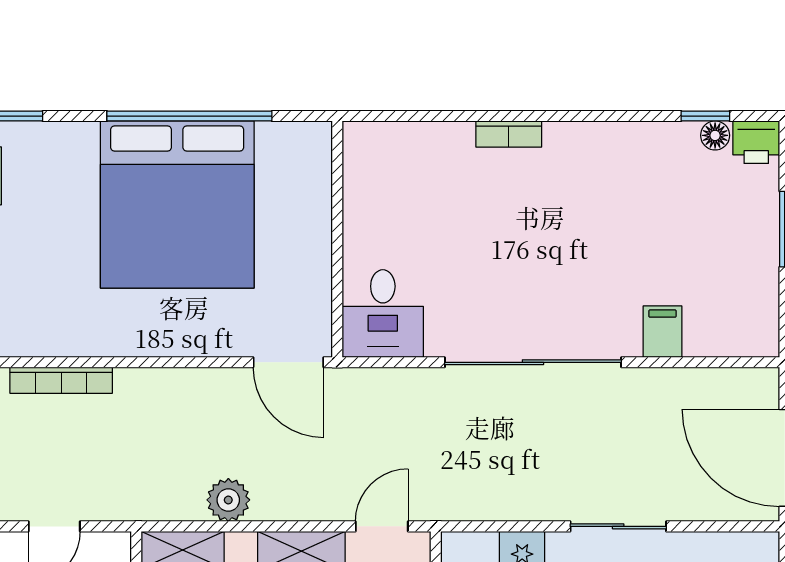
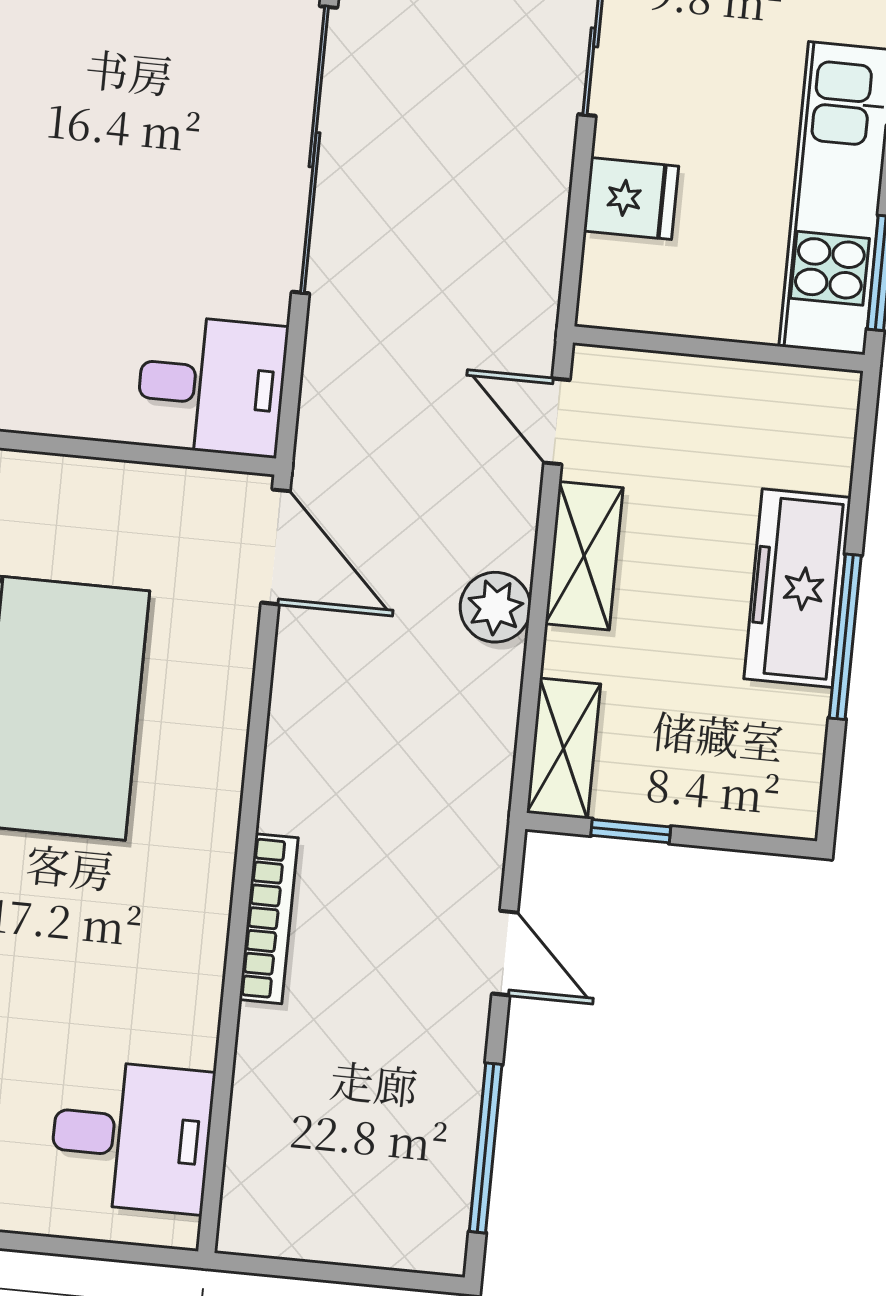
door: (288, 362) -> (276, 547), hinge flipped
plant: (228, 500) -> (495, 607), moved

